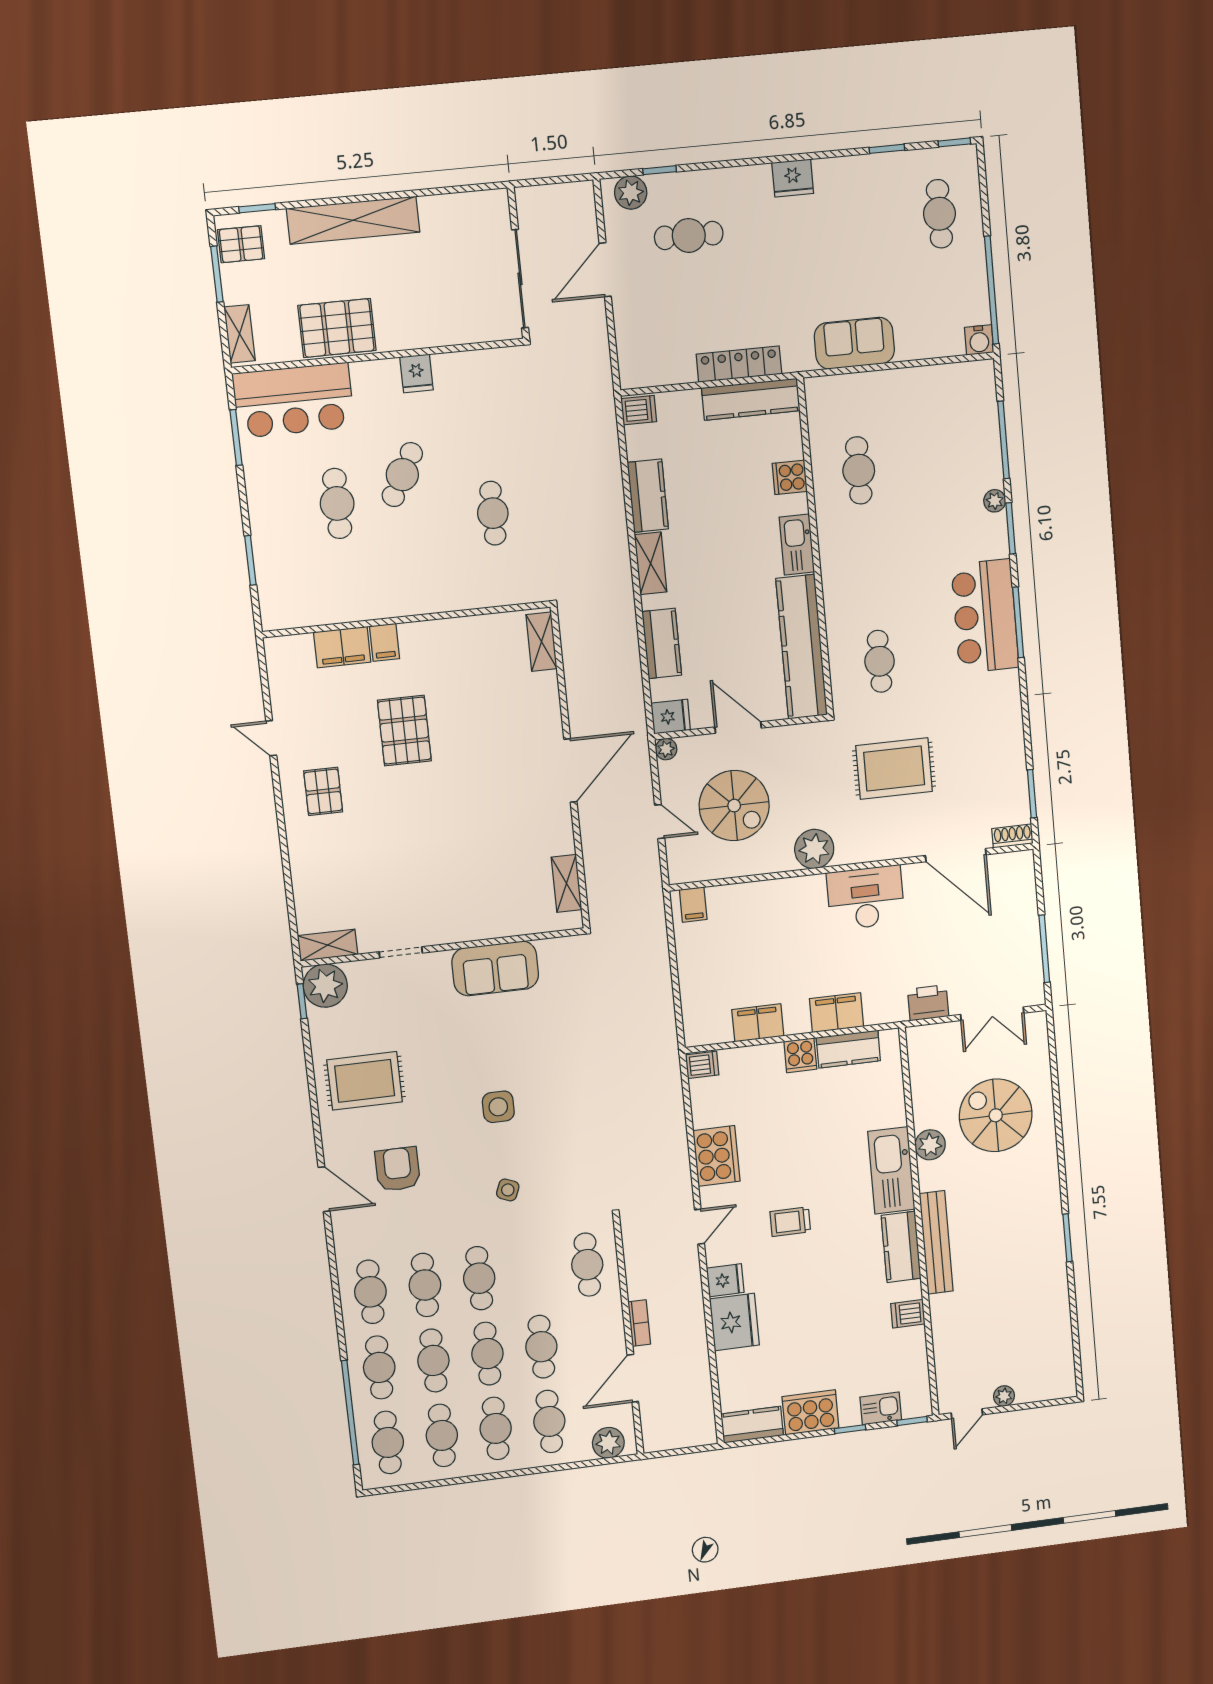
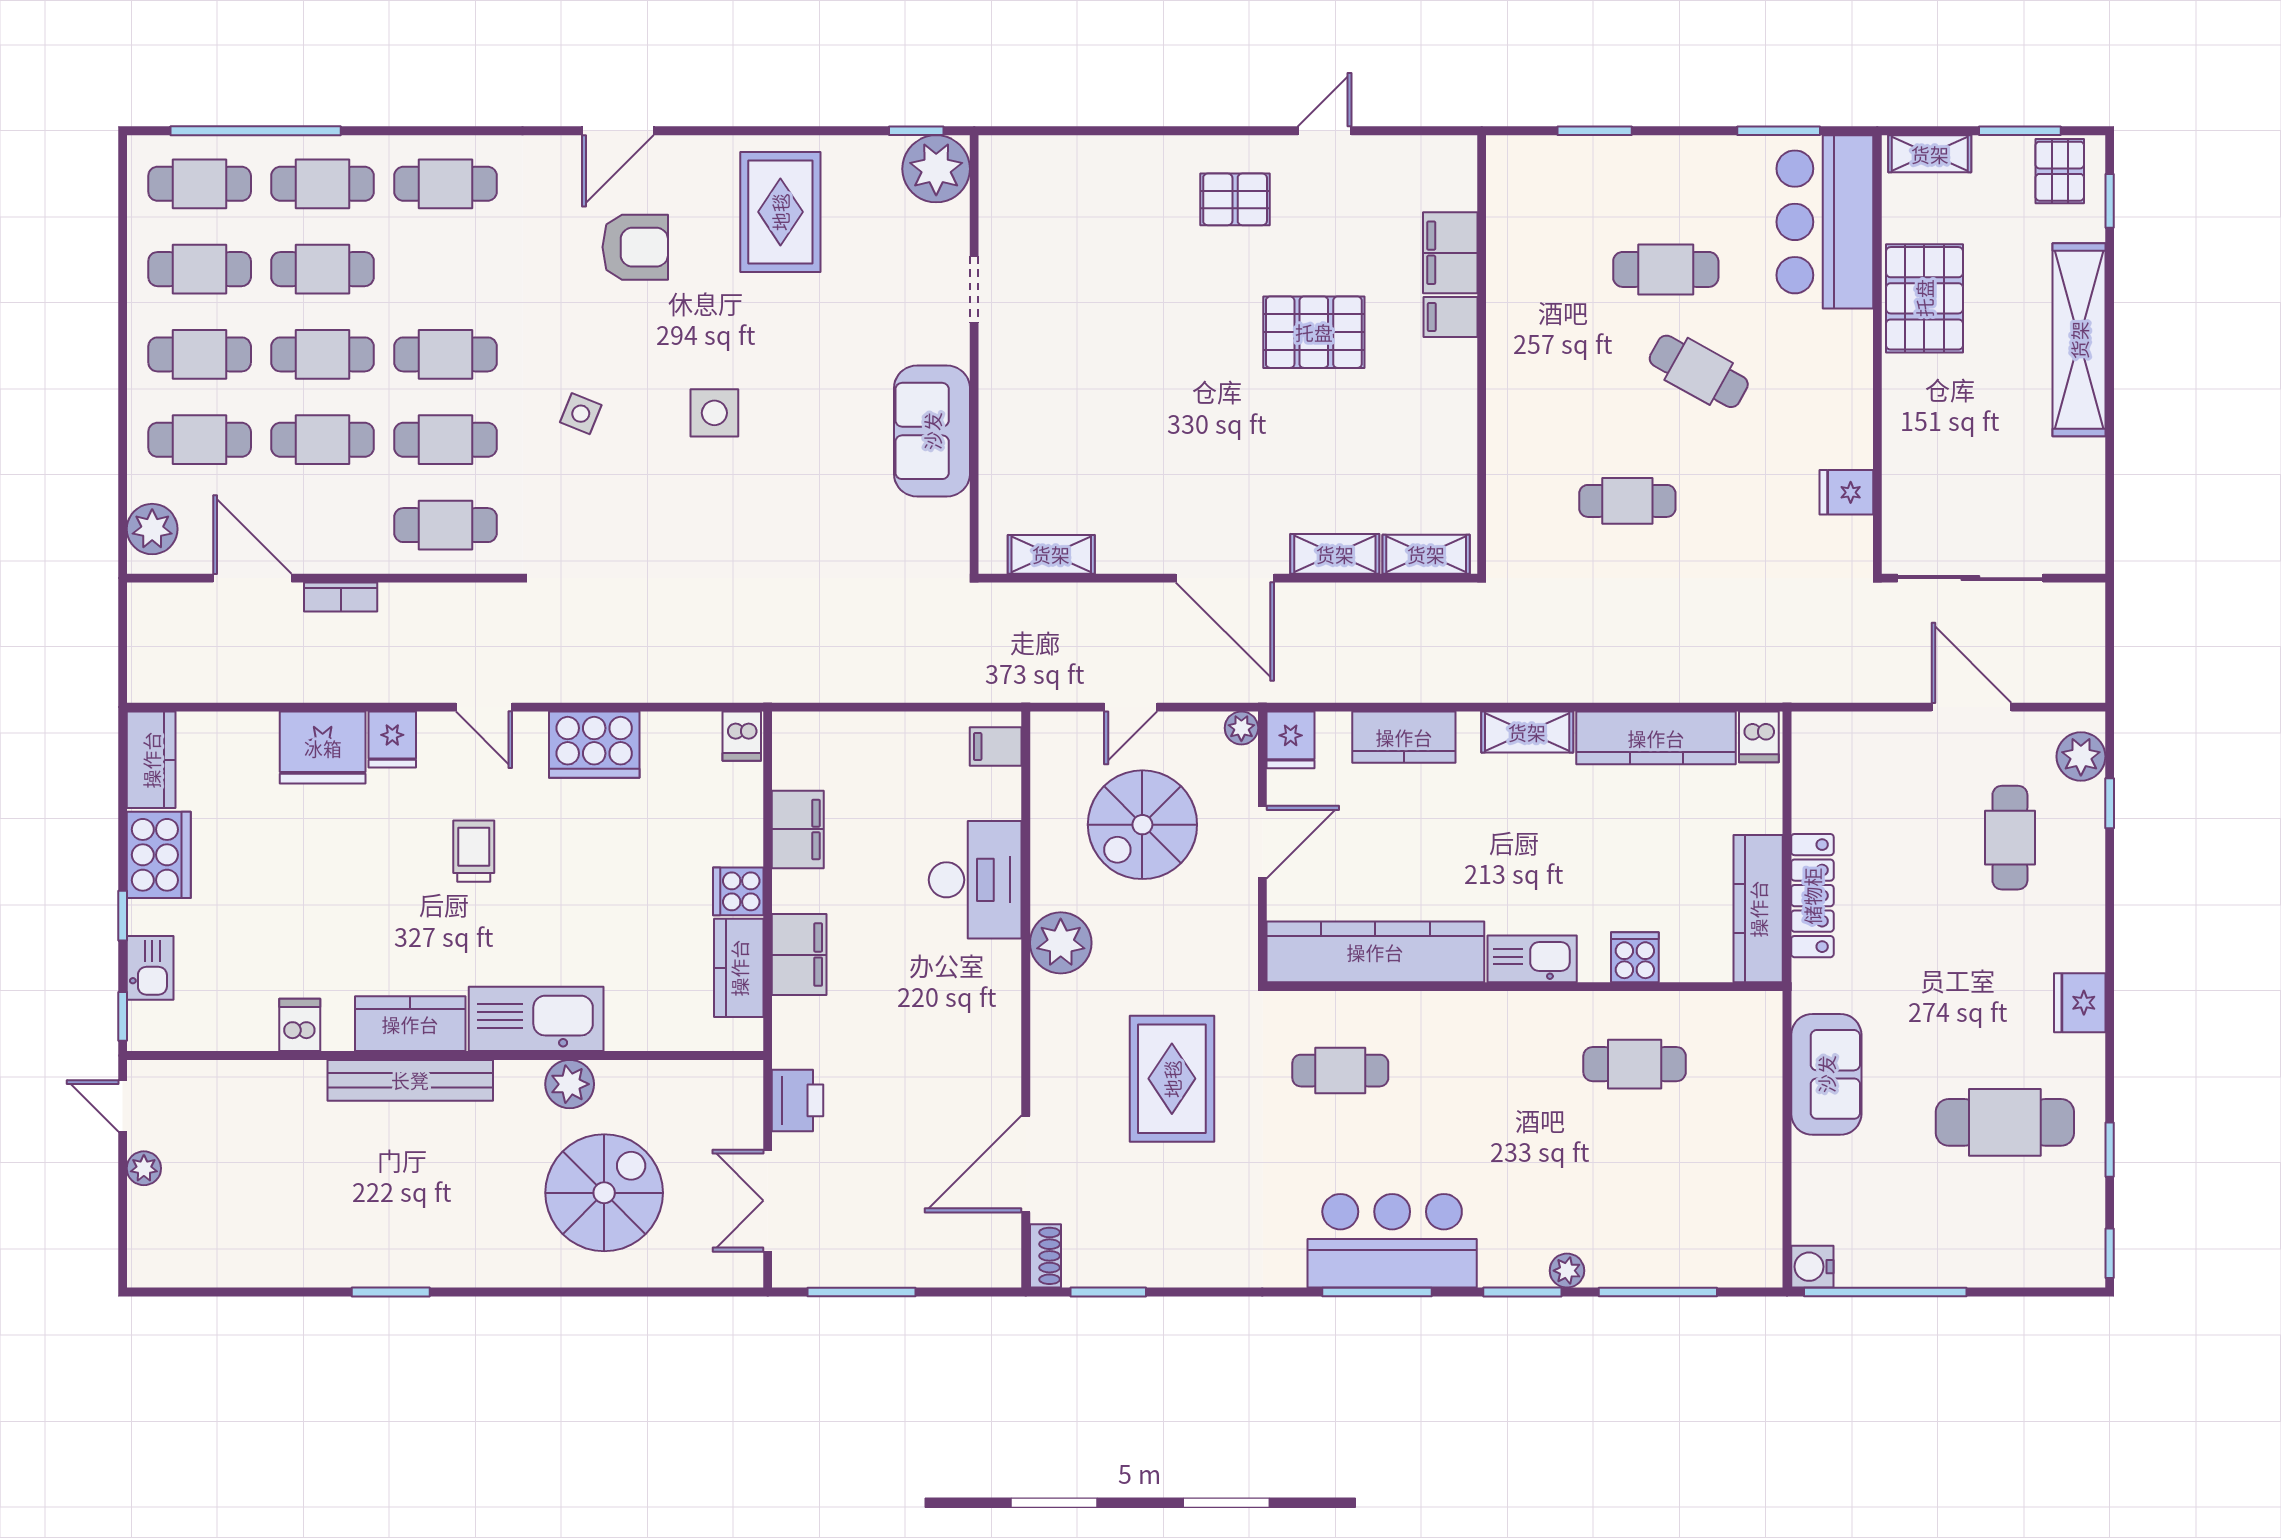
cafe table: (939, 214) -> (2005, 1122), moved, width x1.37, depth x1.35
fridge: (416, 373) -> (1846, 492), moved
kitchen counter: (648, 496) -> (1656, 738), width x1.50
desk: (866, 898) -> (975, 880), moved
shelving: (328, 945) -> (1335, 554), moved, turned 90
cafe table: (425, 1285) -> (446, 440), moved

